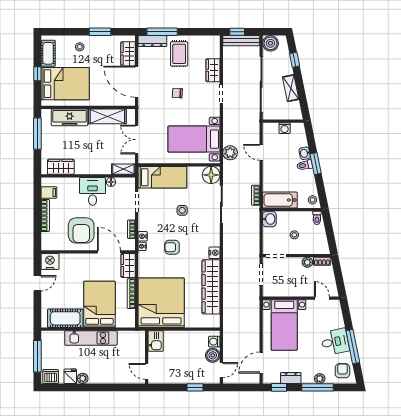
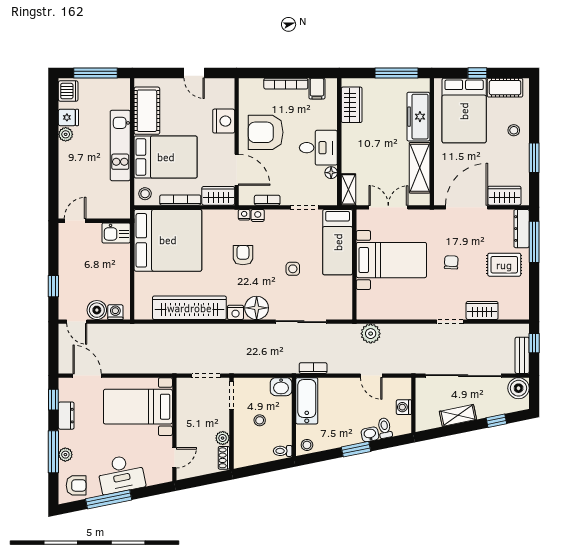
bench: (241, 41) -> (522, 355), width x0.73
bed with nightstands: (194, 139) -> (391, 260), moved, turned 90
door: (261, 152) -> (371, 376), swing flipped
toilet: (305, 165) -> (385, 428), moved
floor lamp: (211, 175) -> (257, 308), moved
door: (109, 252) -> (237, 170), hinge flipped
nightstand: (50, 261) -> (224, 121), moved
stool: (127, 320) -> (145, 194), added
desk: (335, 342) -> (121, 474), width x1.37

